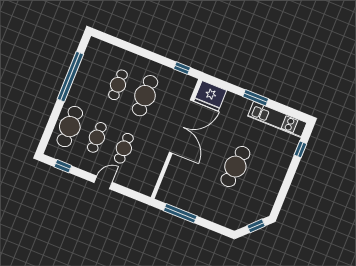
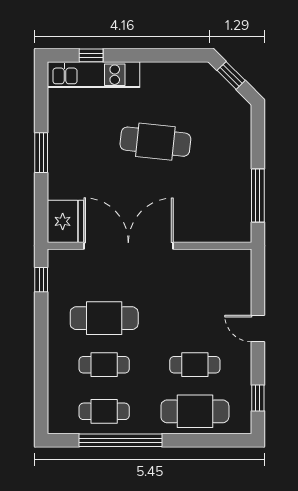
kitchen unit: (277, 119) -> (94, 75), moved, turned 90
cafe table: (124, 148) -> (104, 411), moved

